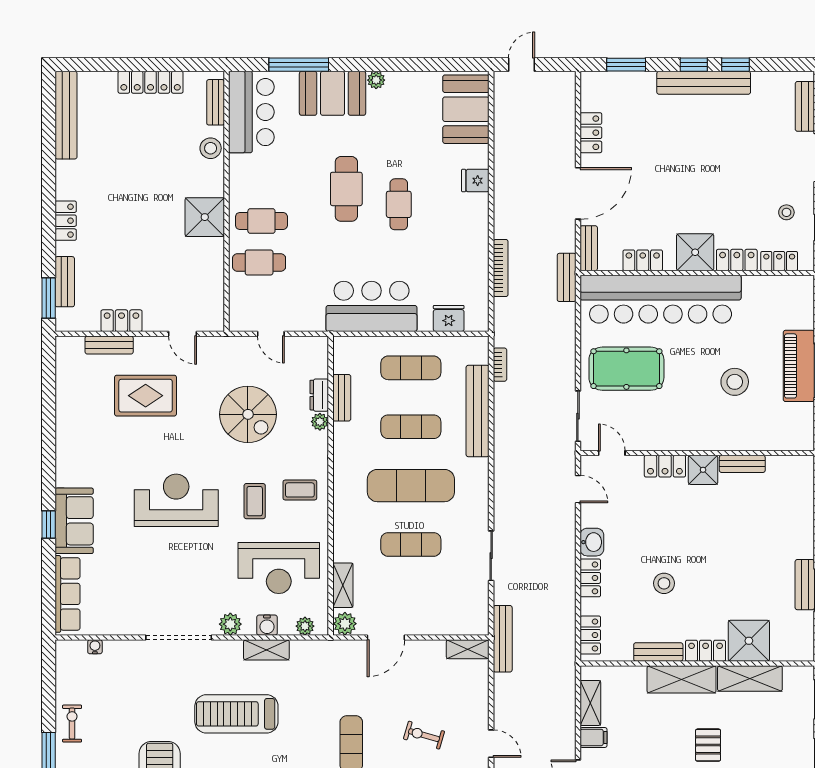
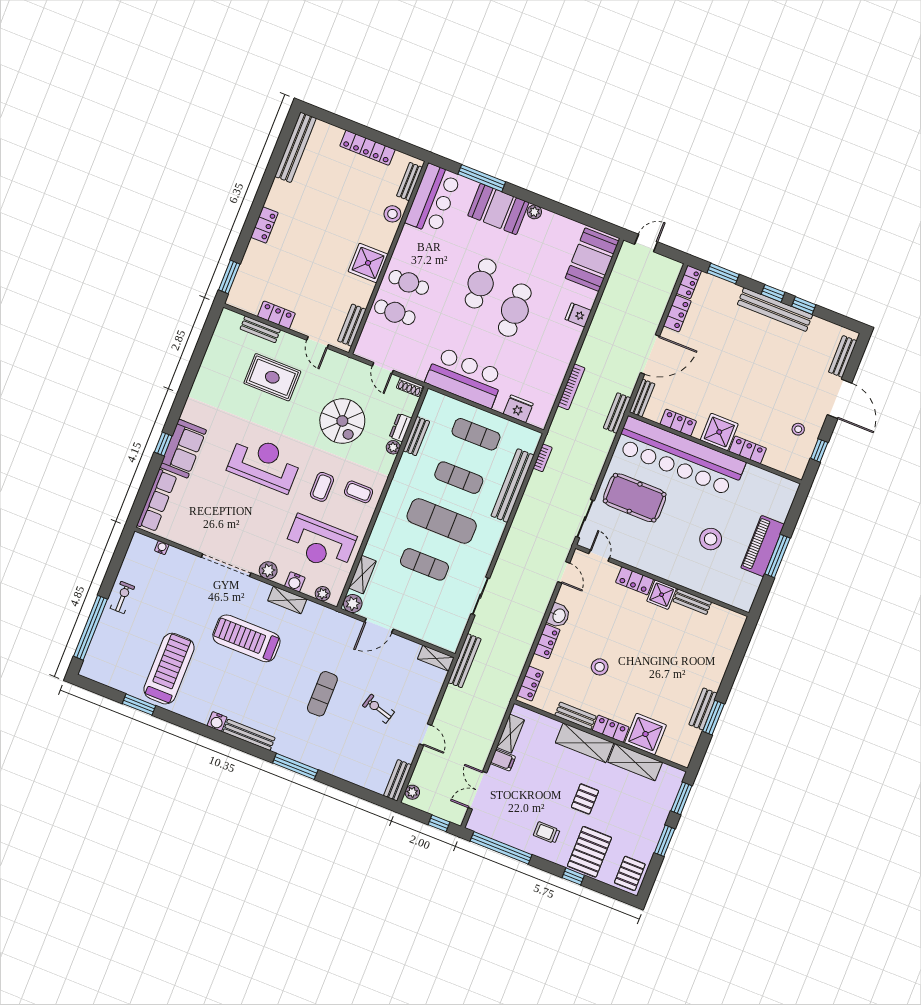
cafe table: (399, 204) -> (515, 310), width x1.37, depth x1.35
locker: (779, 261) -> (689, 282), moved, turned 90
bench: (65, 282) -> (352, 325), moved
shoe rack: (311, 343) -> (410, 387), added

